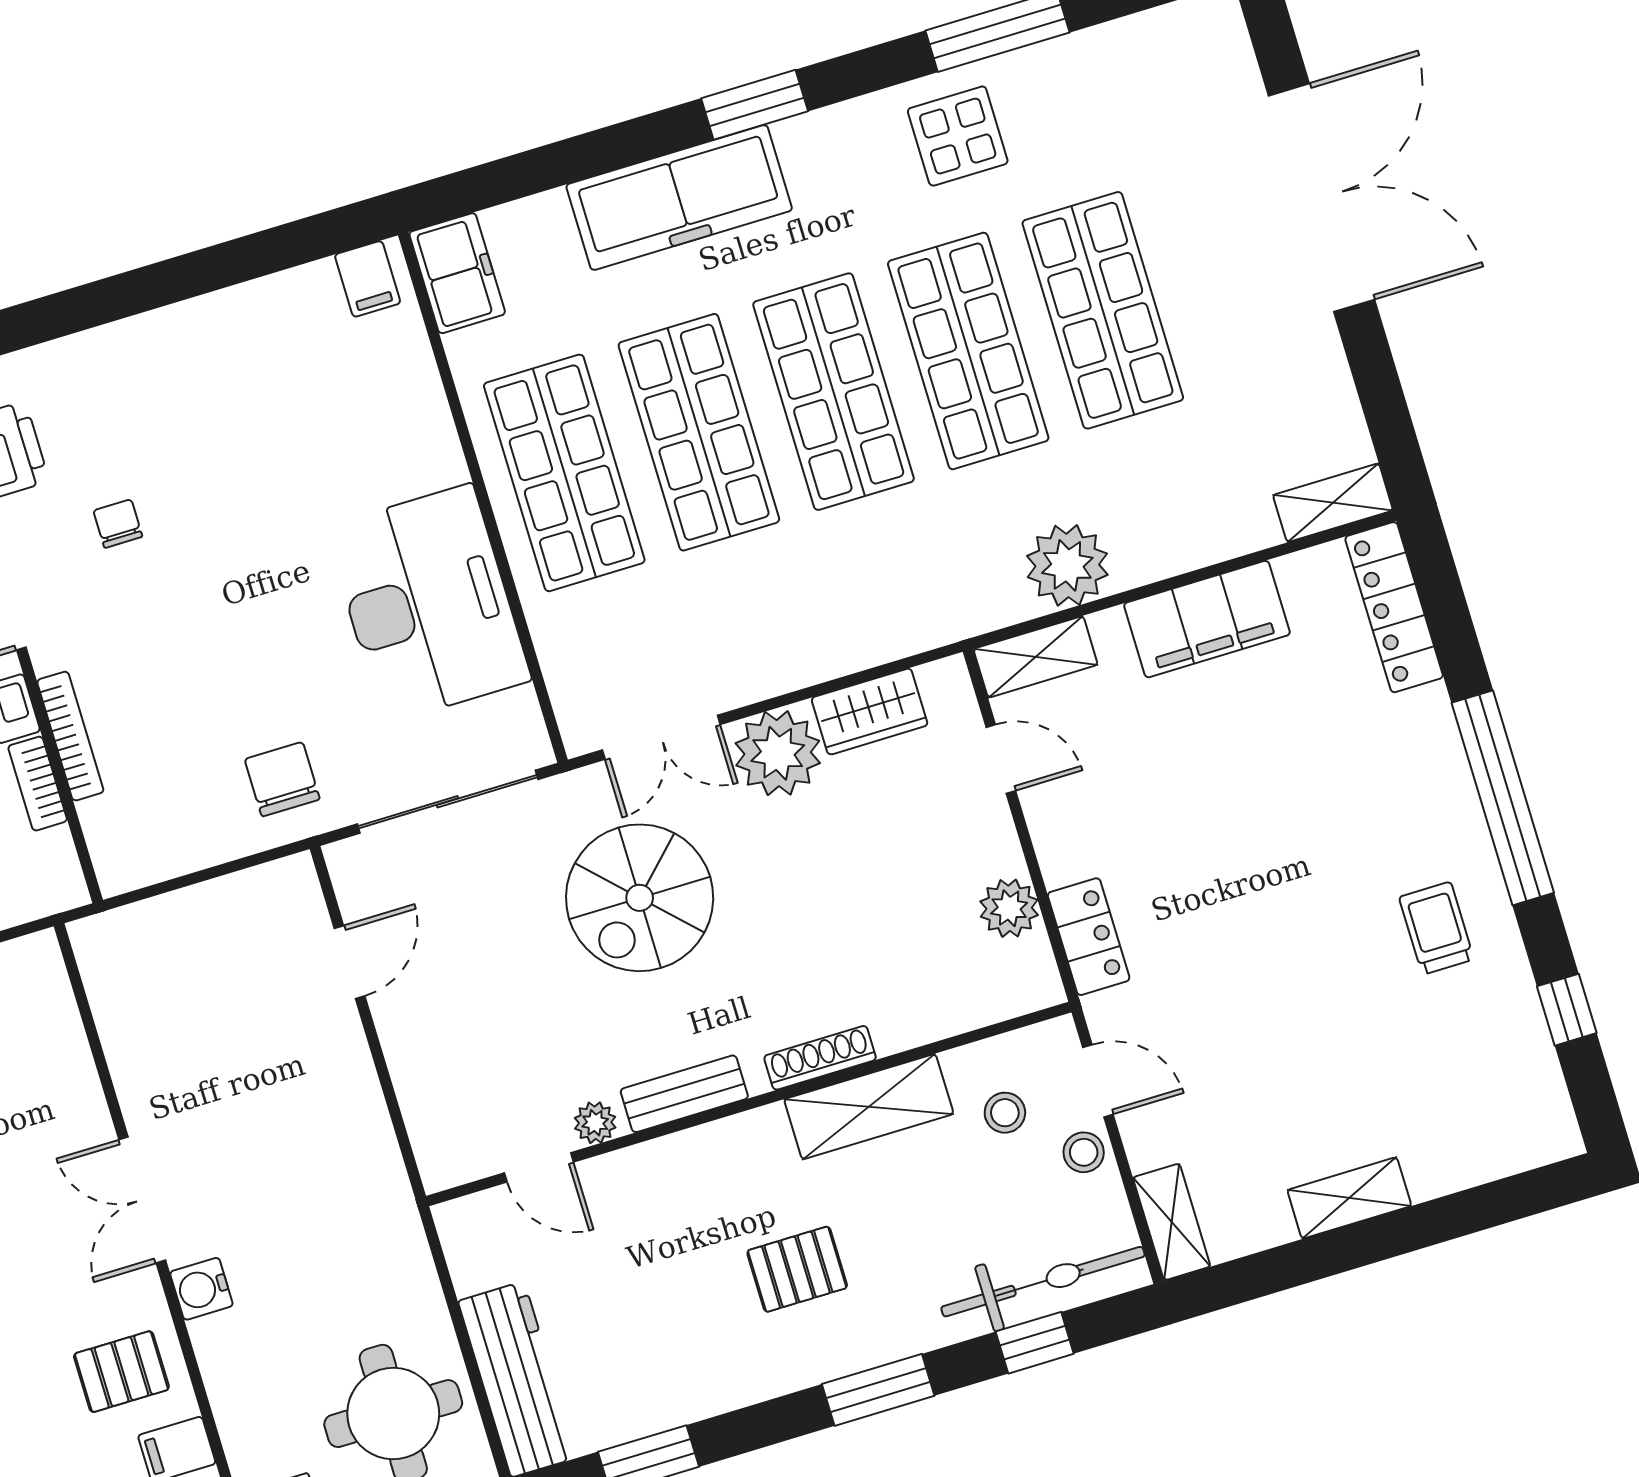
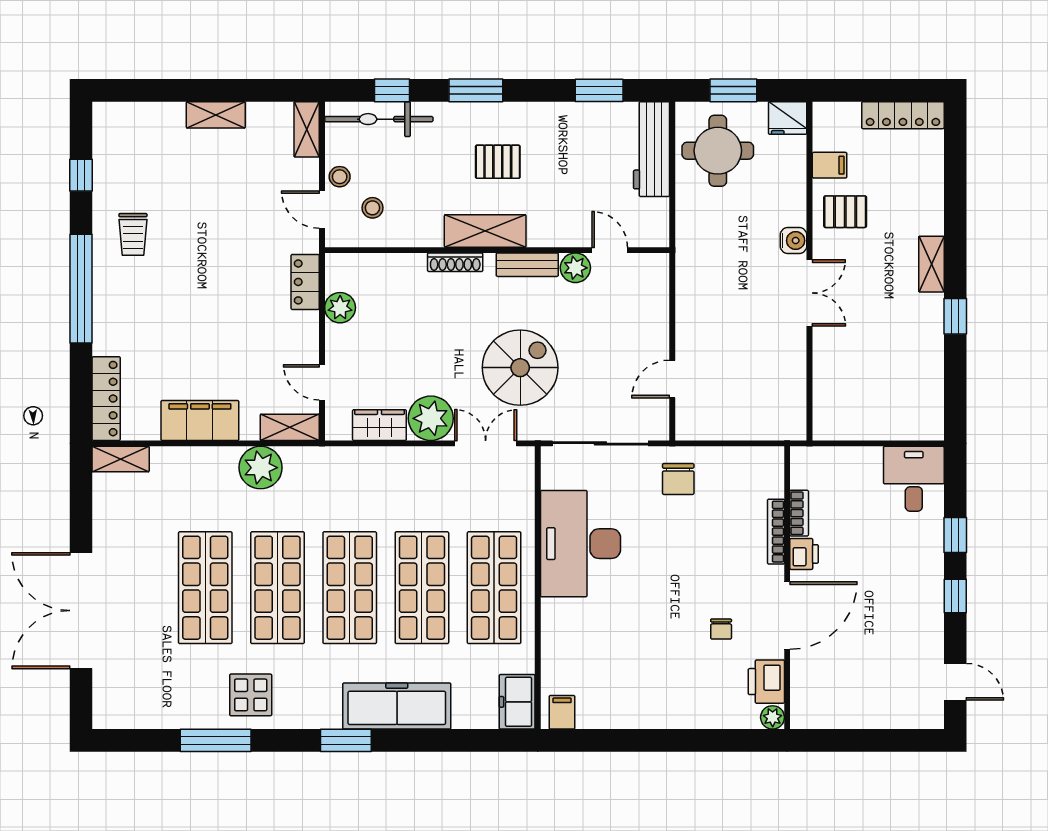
shelving: (869, 1107) -> (485, 231), moved
plant: (595, 1123) -> (575, 268), width x1.38, depth x1.38

